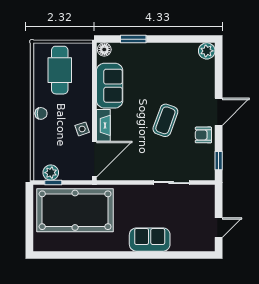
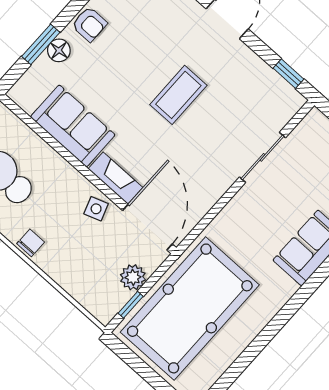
floor lamp: (104, 49) -> (59, 50), moved
coffee table: (165, 120) -> (178, 95), turned 70
armchair: (203, 135) -> (89, 24), moved, turned -90
plant: (51, 173) -> (133, 277), moved

